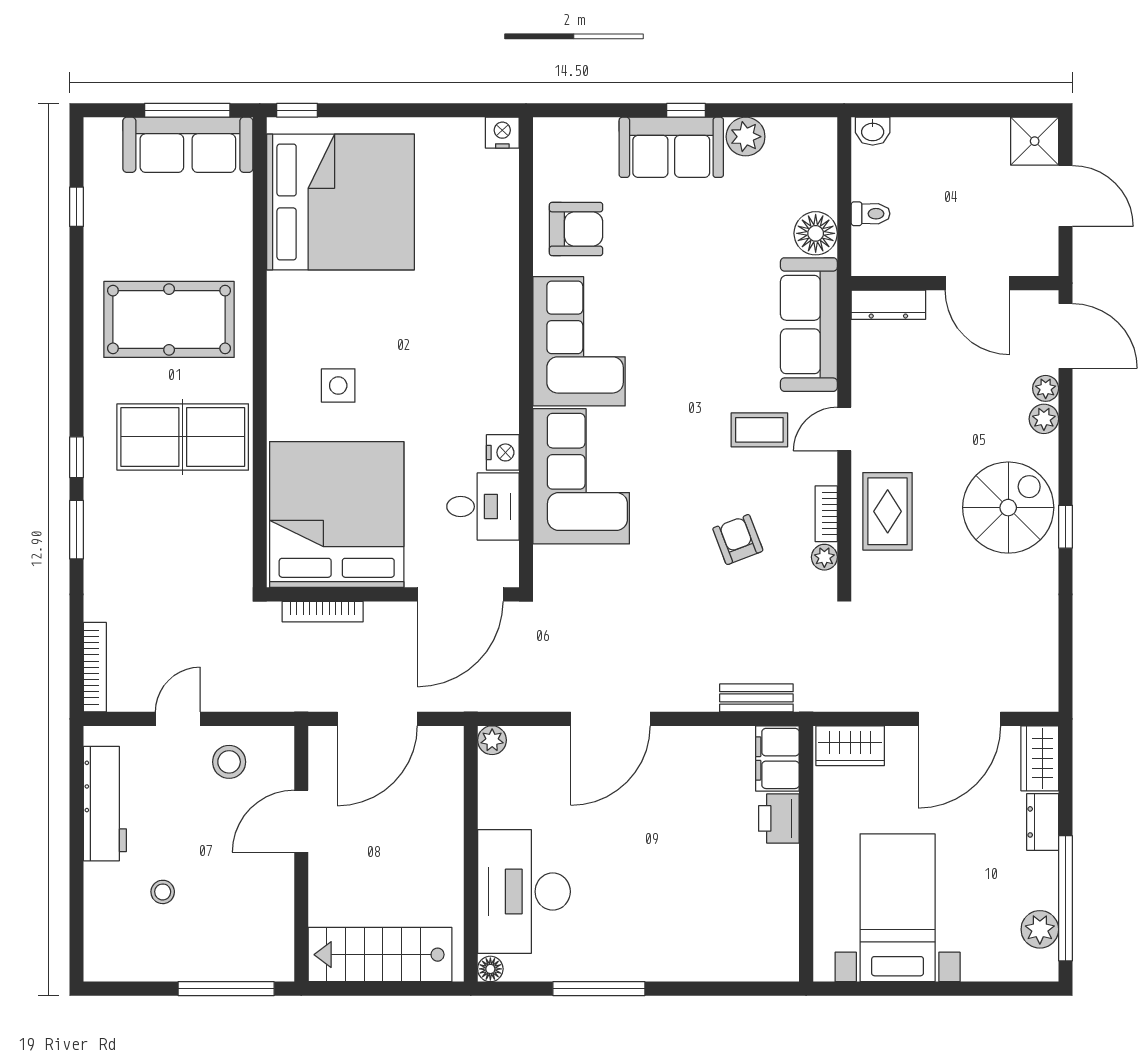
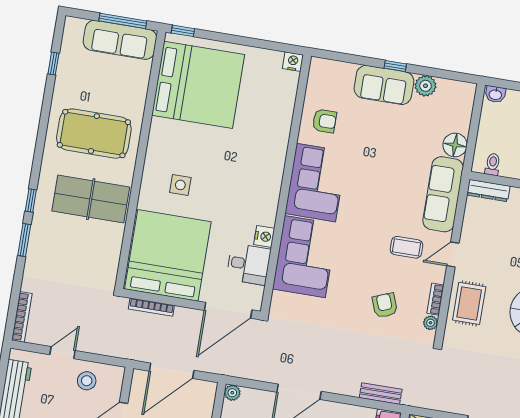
toilet: (871, 214) -> (493, 164), moved, turned -90
armchair: (576, 229) -> (324, 121), width x0.72, depth x0.72

